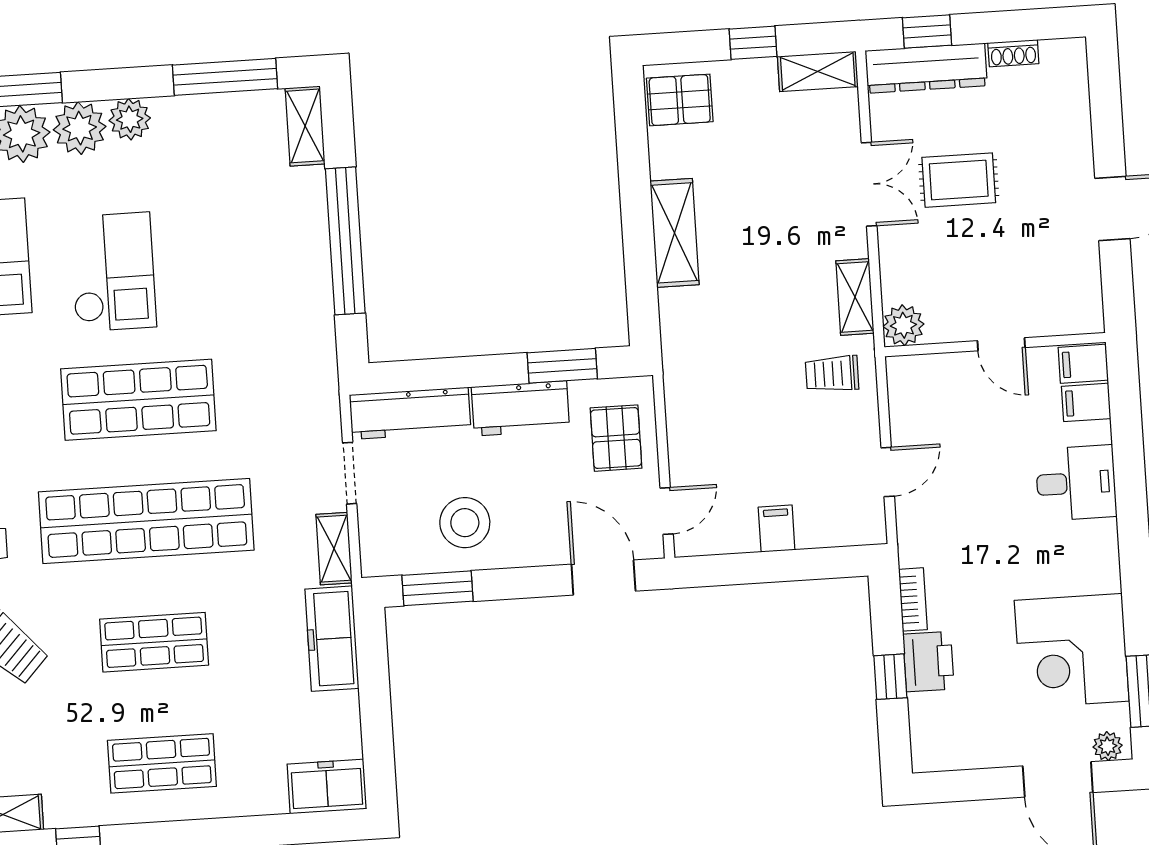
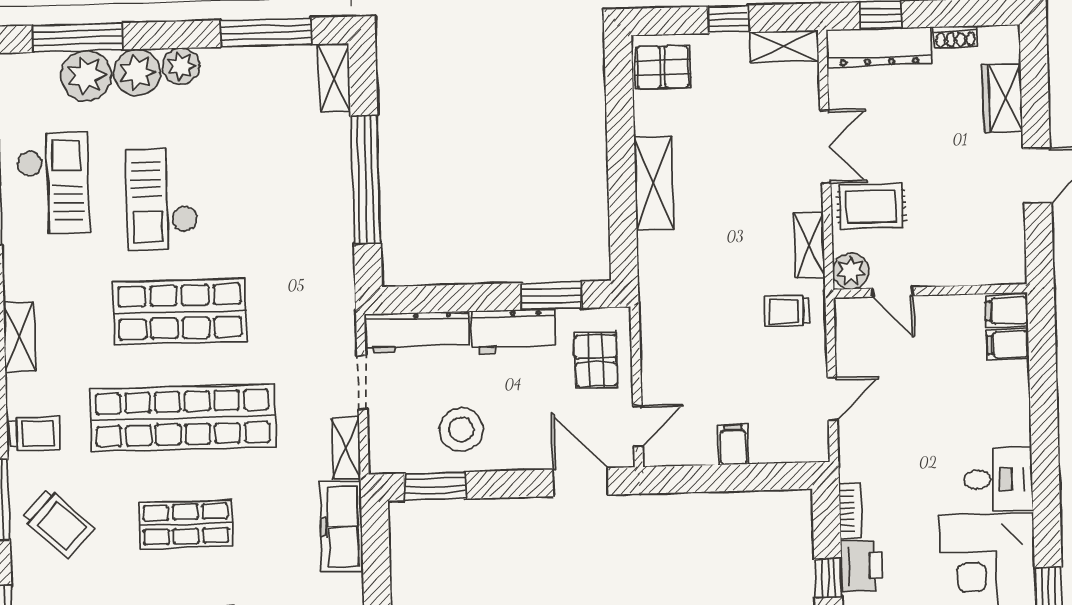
wardrobe: (1069, 121) -> (1002, 98), added
rug: (959, 180) -> (871, 206), moved
checkout: (113, 272) -> (161, 199), turned 180
door: (1001, 344) -> (893, 292), moved
desk: (1076, 483) -> (998, 479), moved

